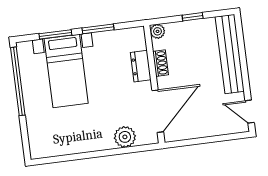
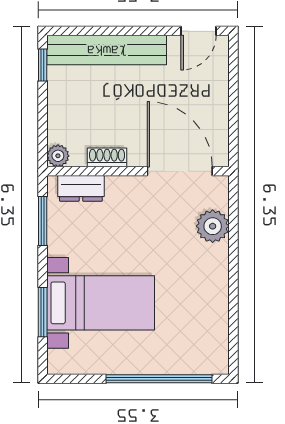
window: (193, 17) -> (43, 65), moved
window: (98, 29) -> (43, 221), moved
dresser: (141, 66) -> (81, 188), moved
window: (18, 81) -> (159, 379), moved

